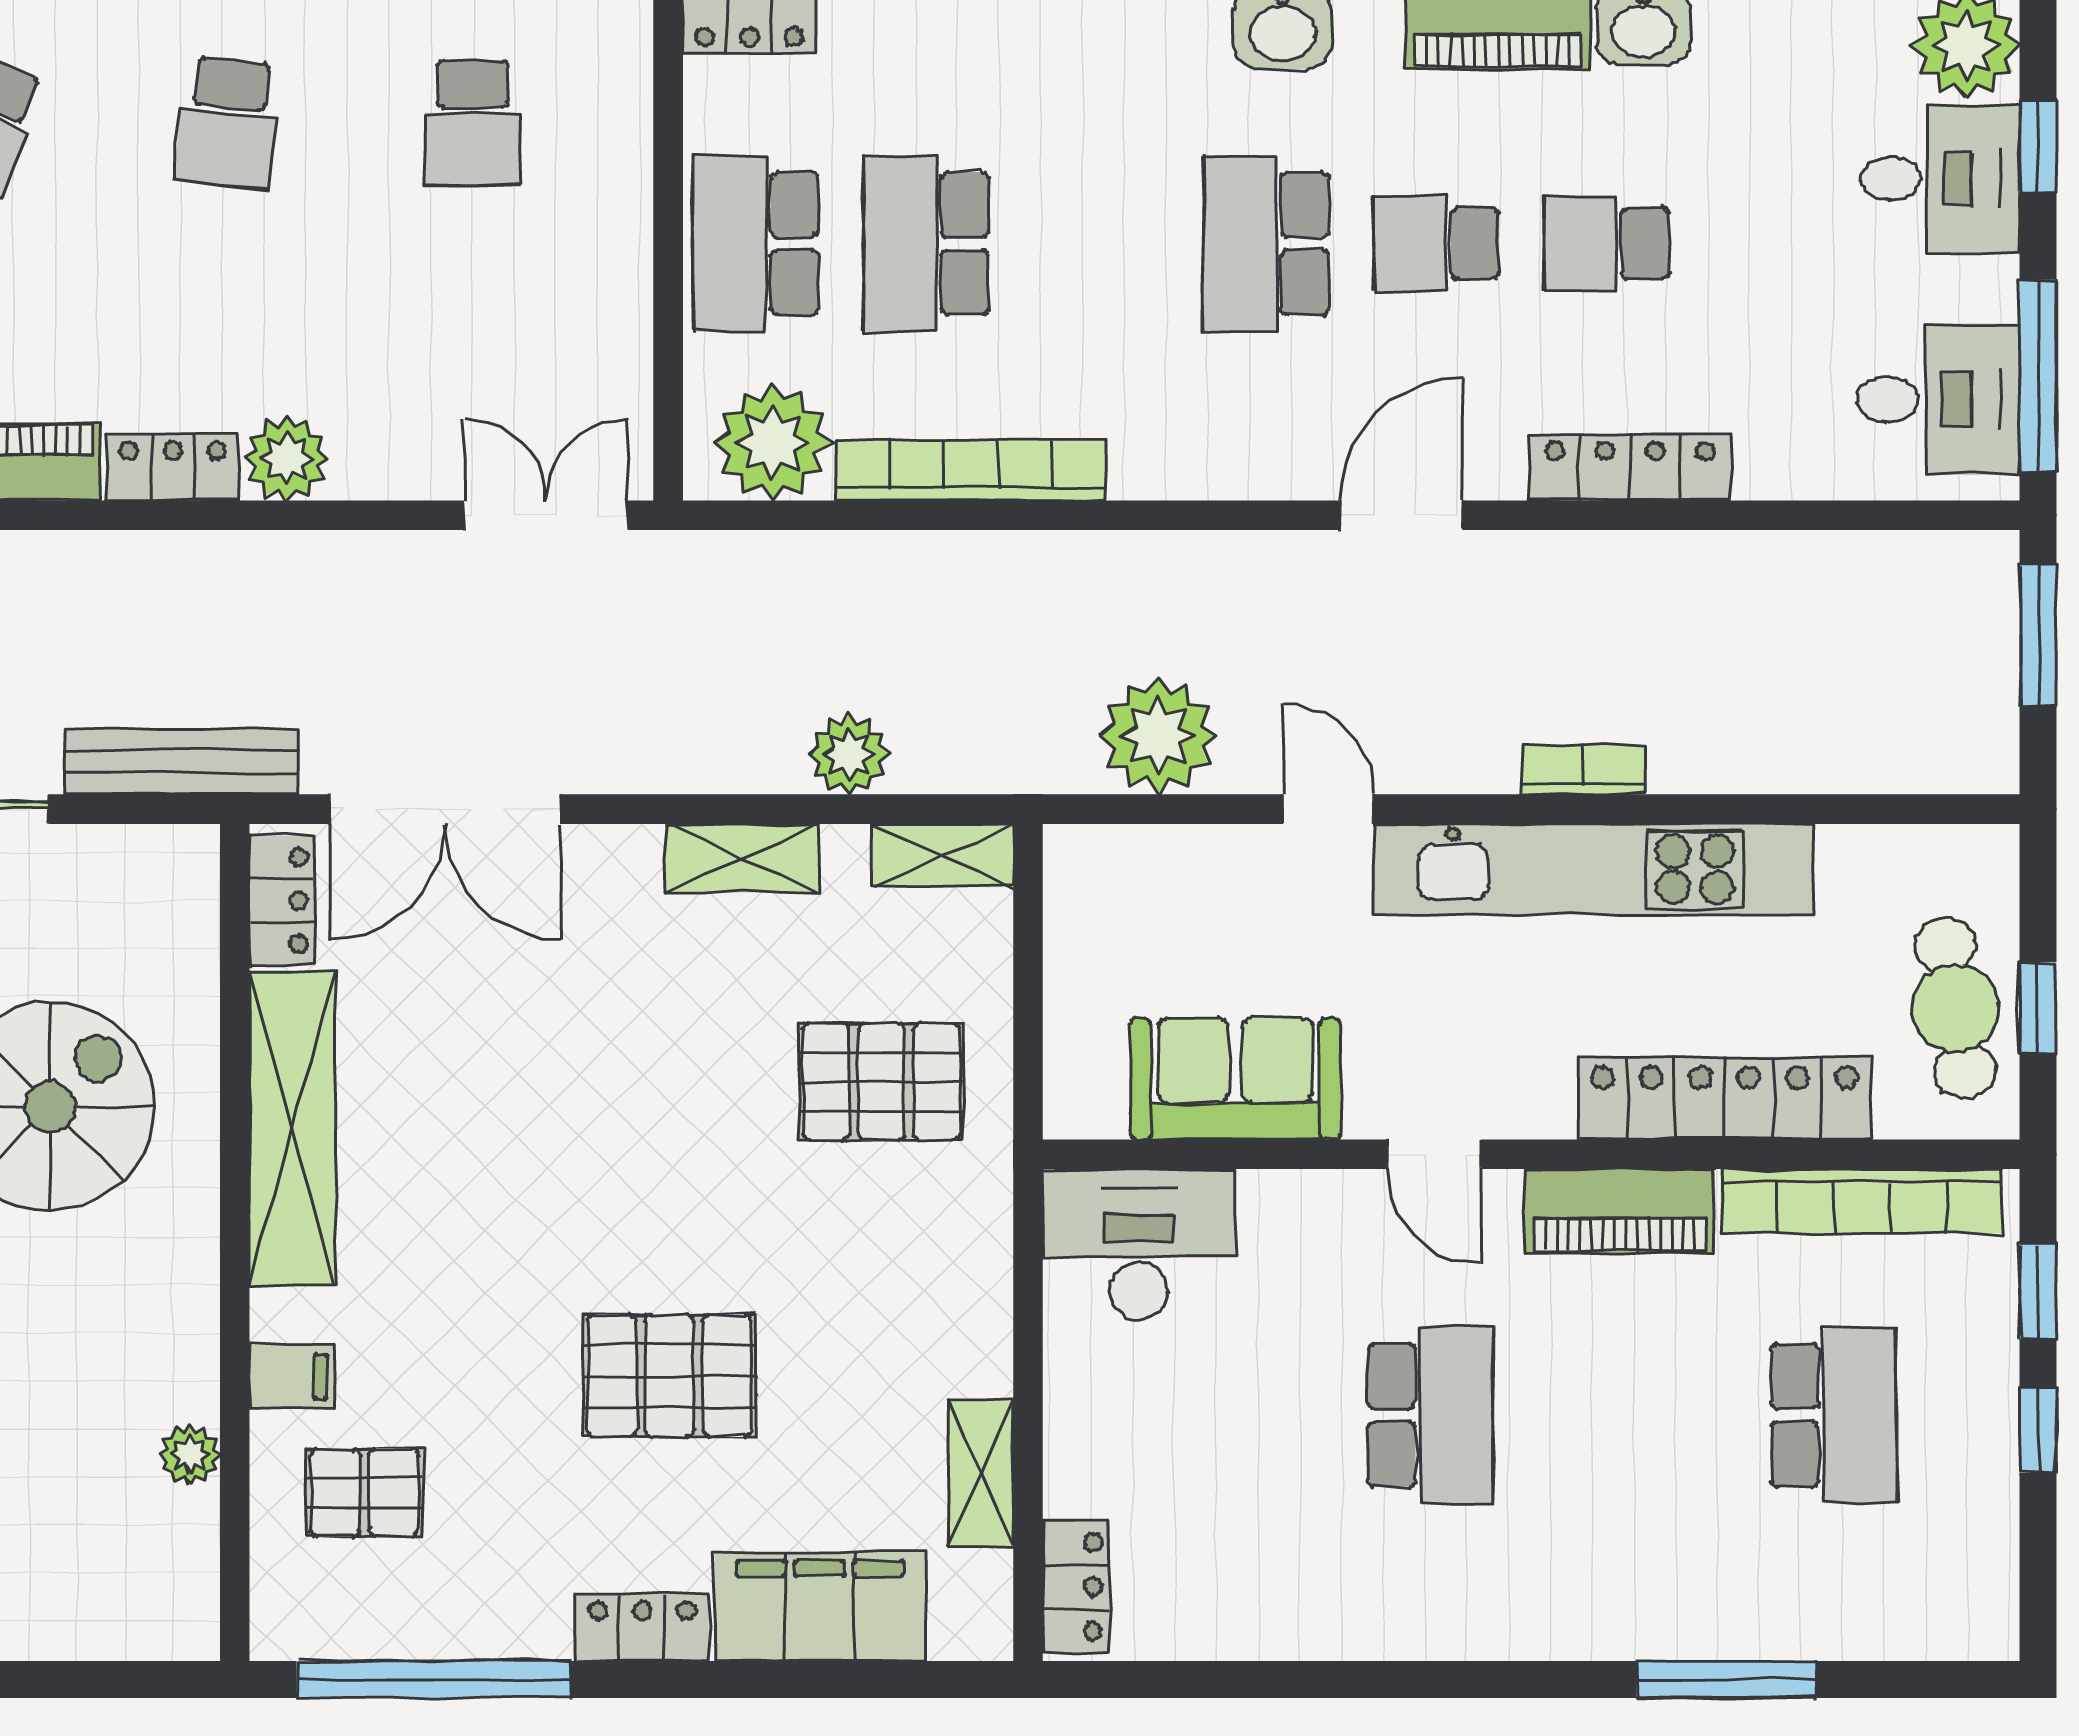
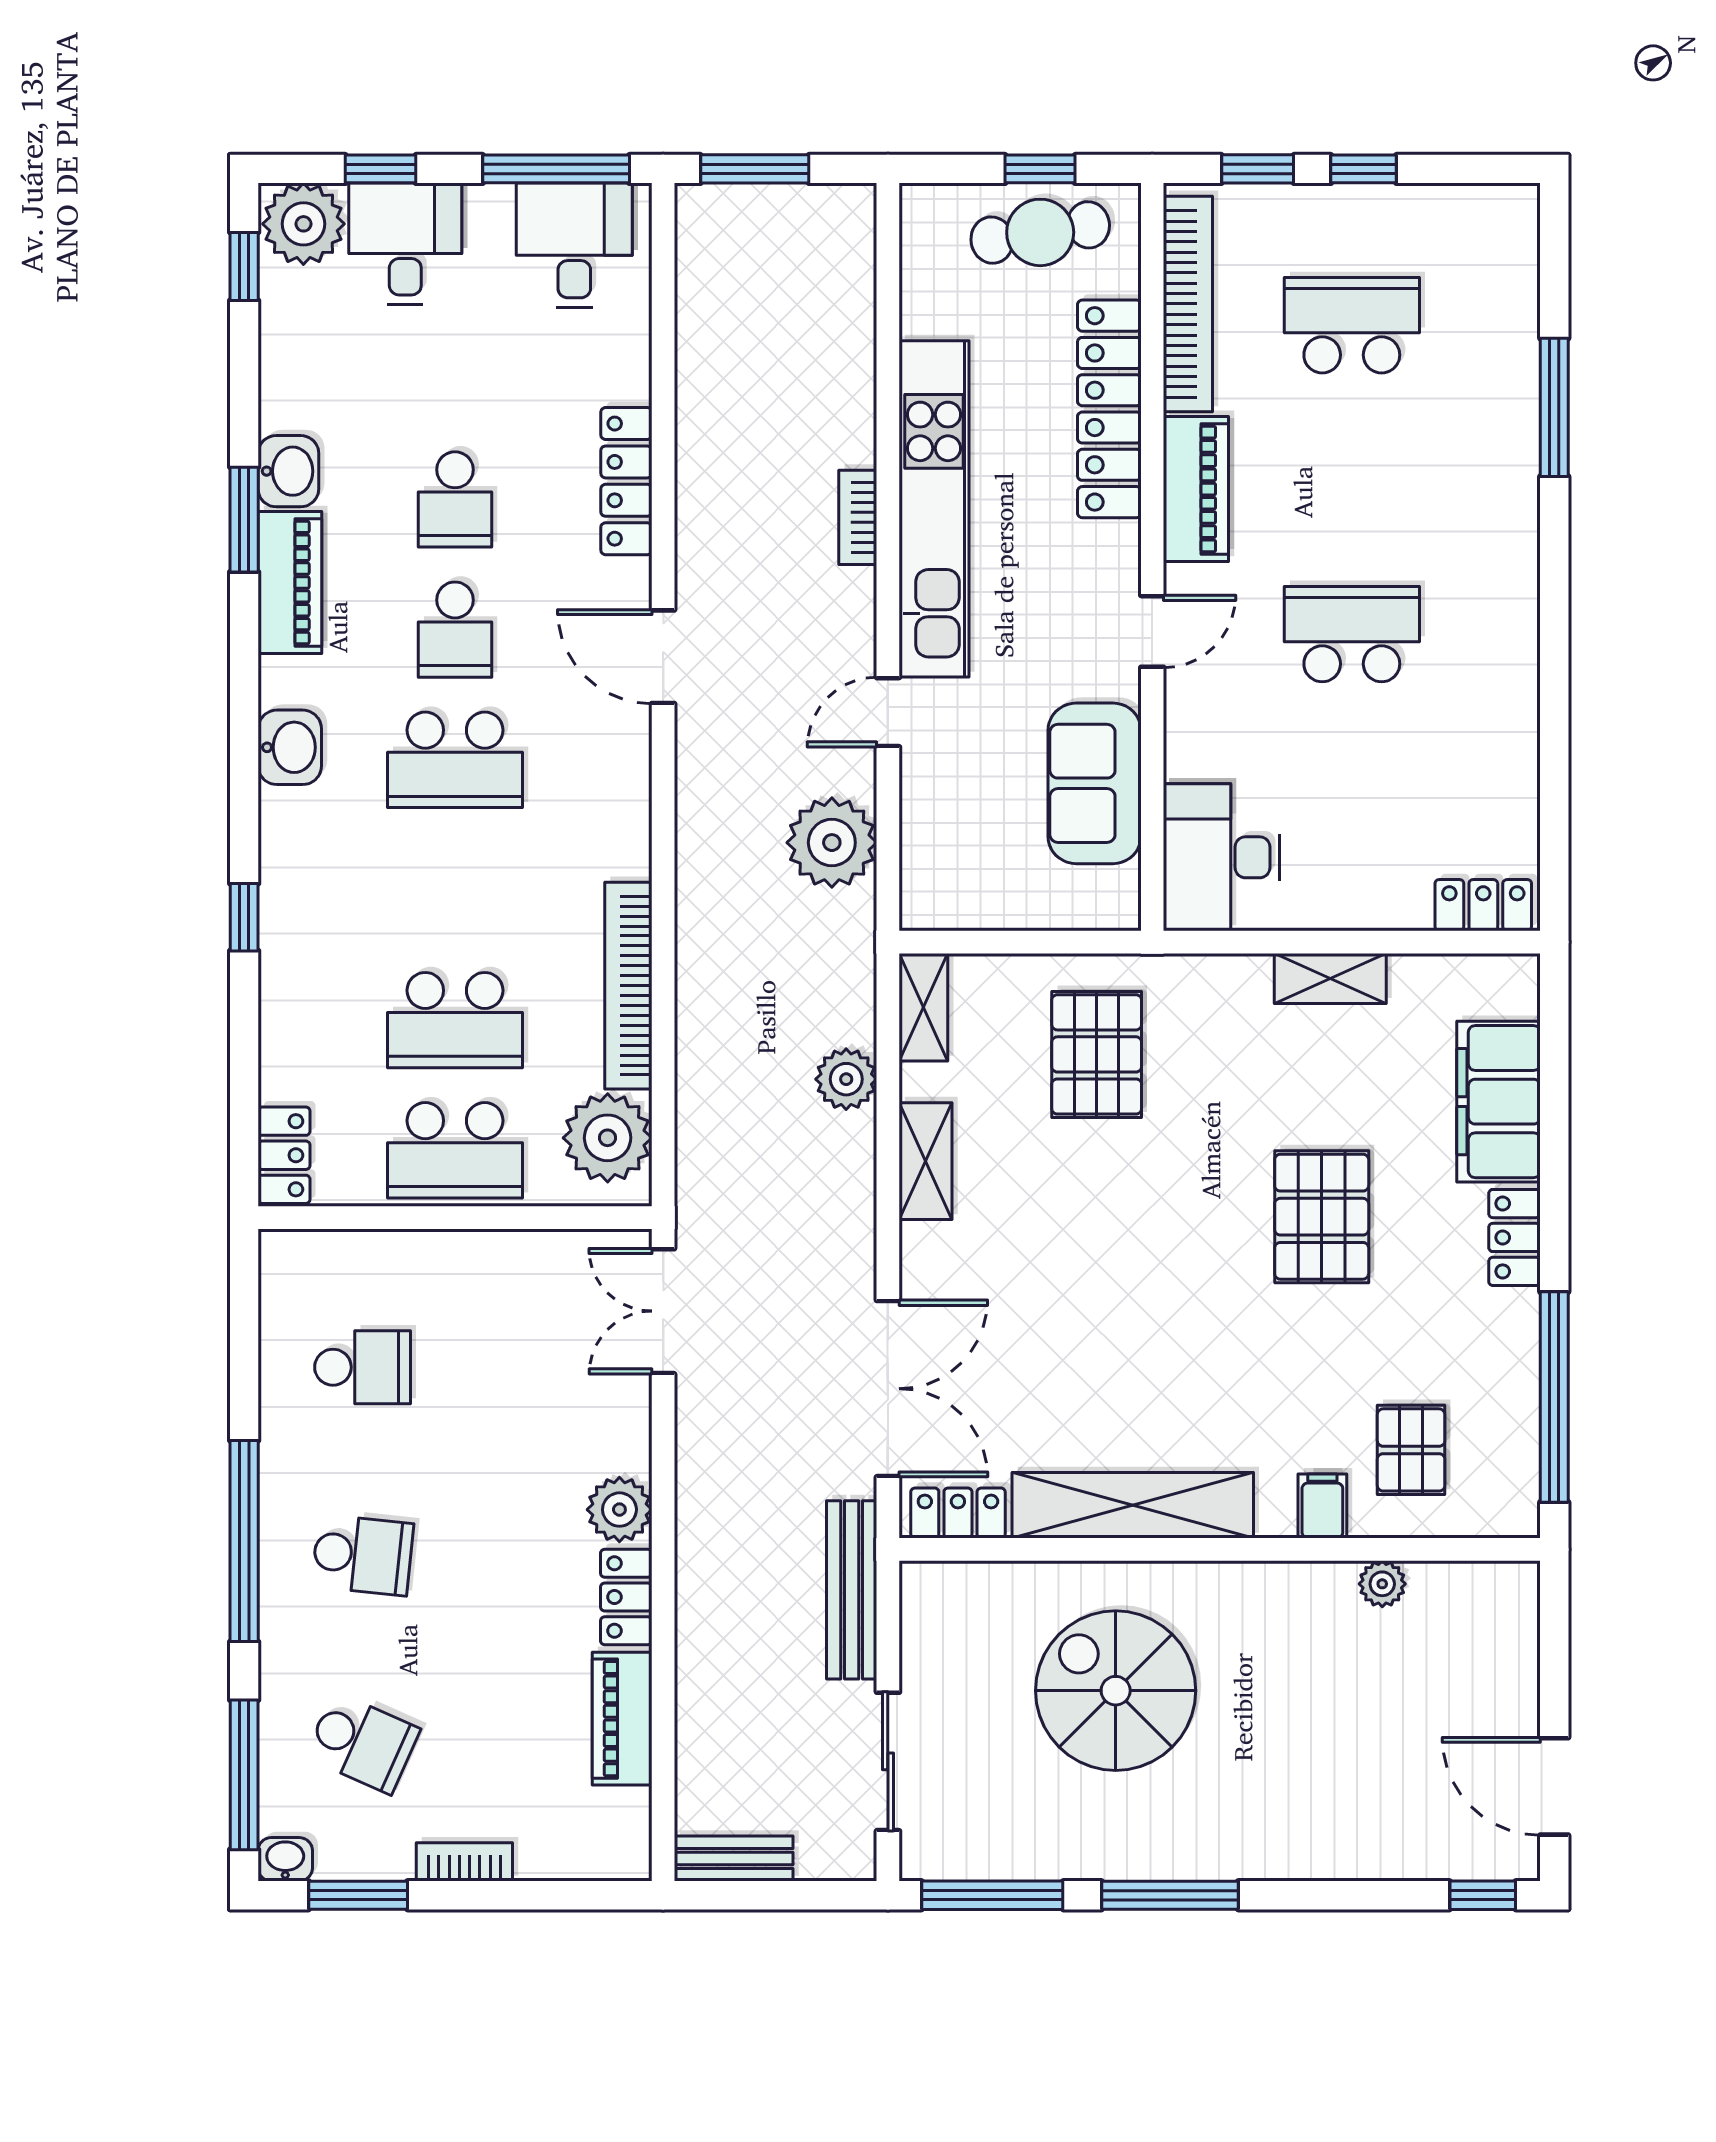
shelving: (981, 1473) -> (1330, 978), moved

